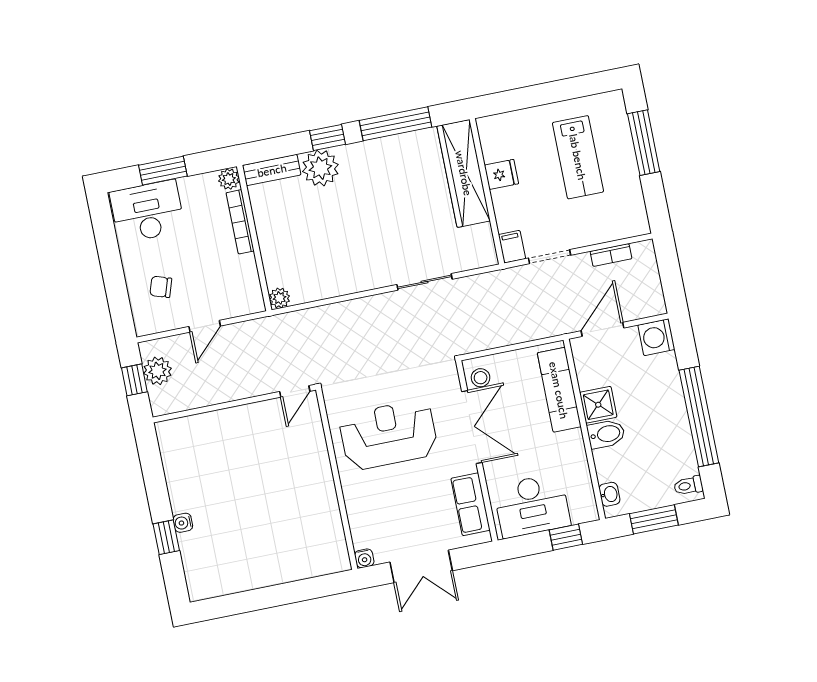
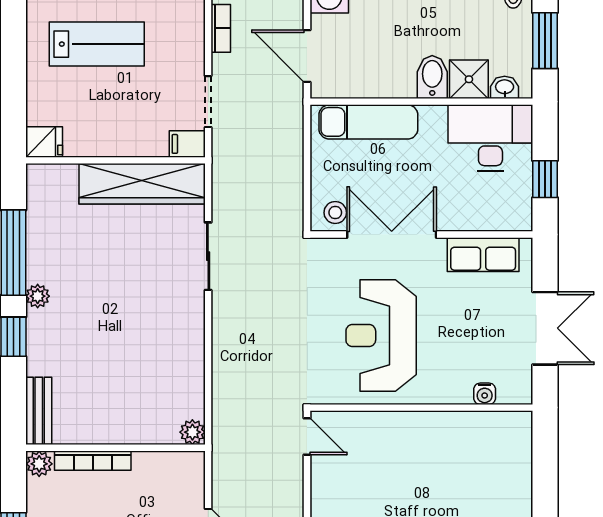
plant: (320, 168) -> (38, 296), moved, width x0.53, depth x0.53
wardrobe: (464, 173) -> (142, 184), moved
fridge: (501, 174) -> (44, 142), moved, turned 90
shower: (598, 405) -> (469, 79), moved
desk: (532, 506) -> (490, 138), moved, turned -90
window: (566, 537) -> (545, 179), moved
water cooler: (364, 558) -> (485, 394), moved, turned 90

